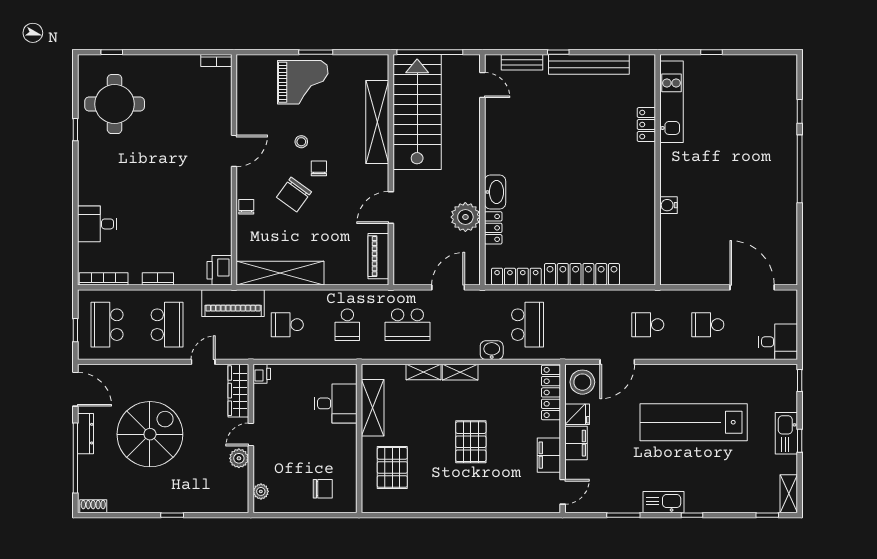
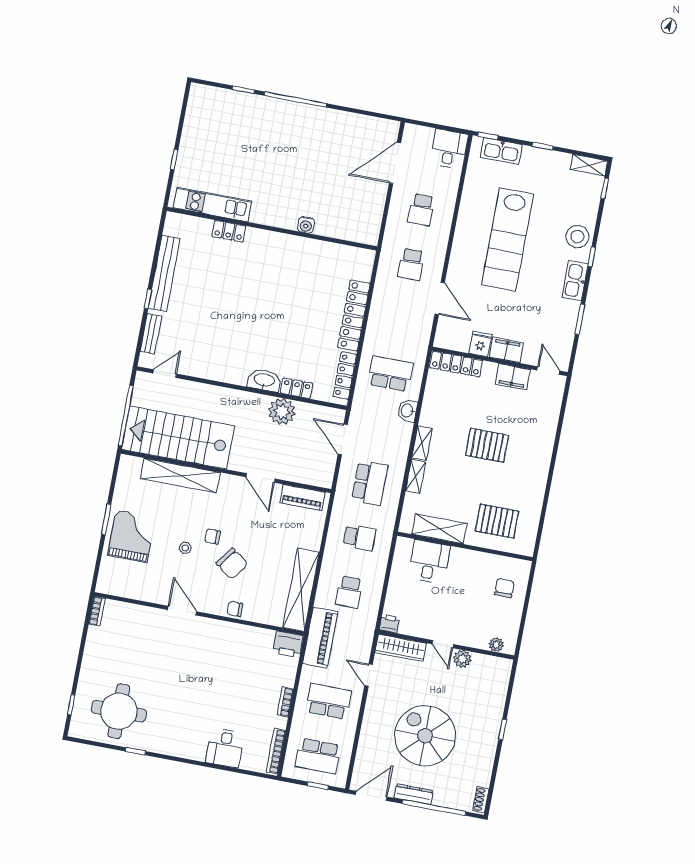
stool: (582, 382) -> (577, 237), moved
kitchen sink: (786, 433) -> (501, 151), moved

